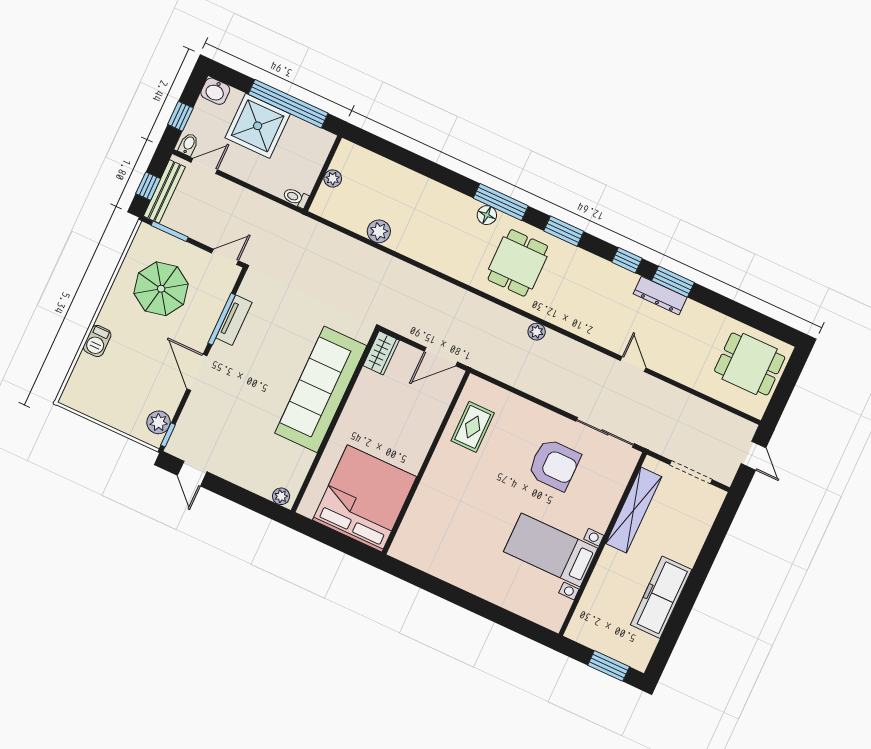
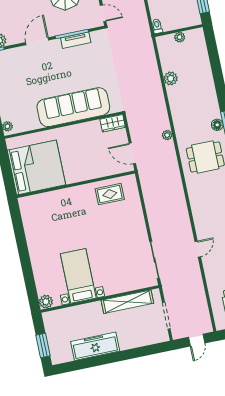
plant: (537, 332) -> (167, 135), moved
armchair: (554, 465) -> (121, 247), removed
plant: (553, 619) -> (46, 302), added

